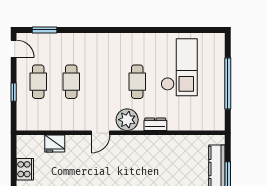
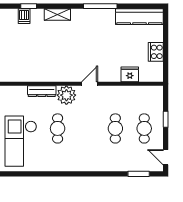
dresser: (155, 124) -> (42, 91), width x1.44

